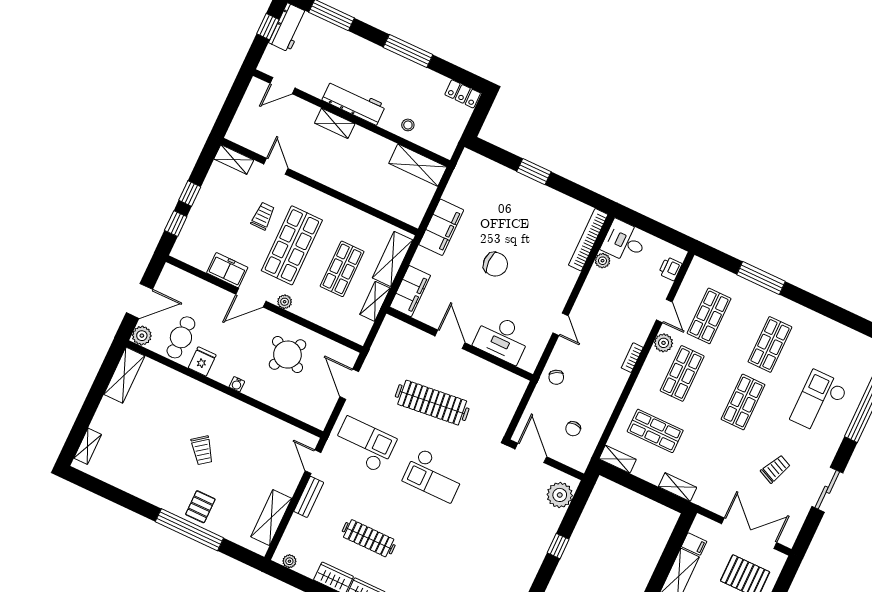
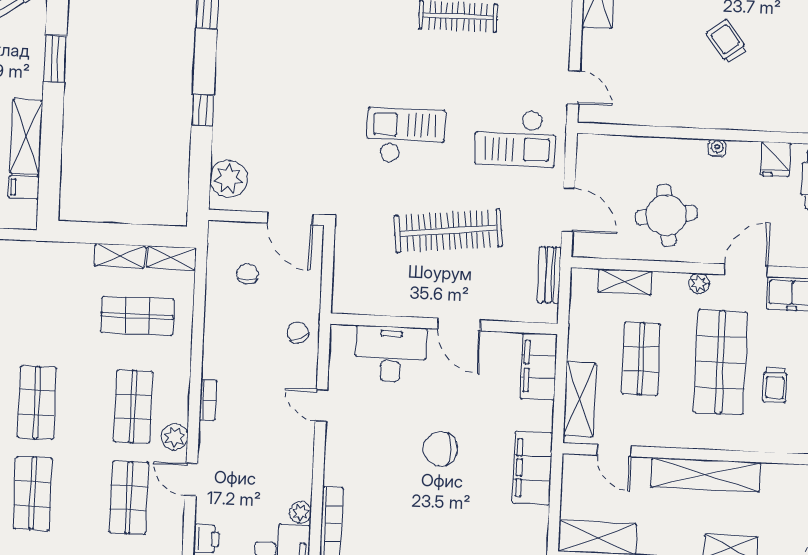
door: (276, 166) -> (614, 451), moved
shelving: (331, 177) -> (706, 475), added
shelving: (375, 301) -> (625, 282), moved, turned 90
round table: (287, 355) -> (666, 215), turned -36
shelving: (678, 487) -> (120, 256), moved
bench: (309, 497) -> (549, 275), moved

